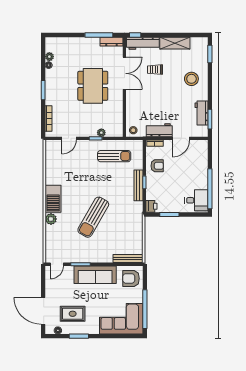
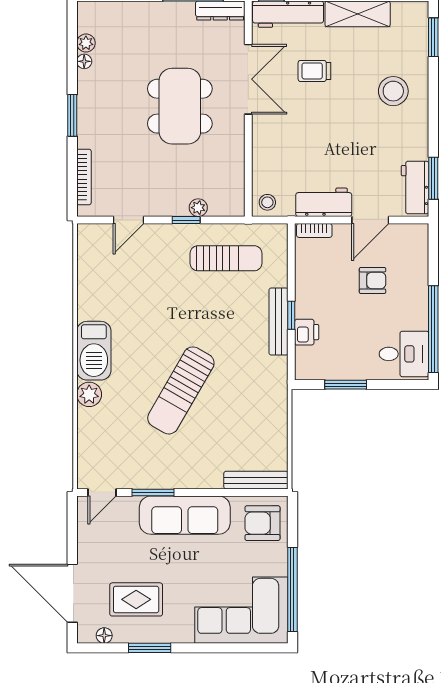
workbench: (202, 113) -> (415, 188), moved
armchair: (157, 166) -> (373, 280), moved
printer: (151, 206) -> (307, 332), moved

